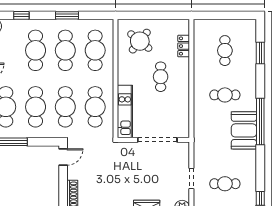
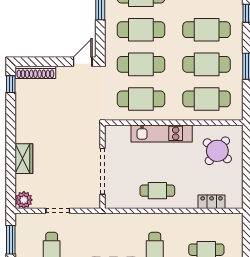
cafe table: (161, 77) -> (157, 191), moved
kitchen unit: (125, 111) -> (162, 133), moved
door: (63, 157) -> (83, 62), swing flipped

